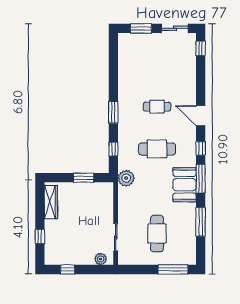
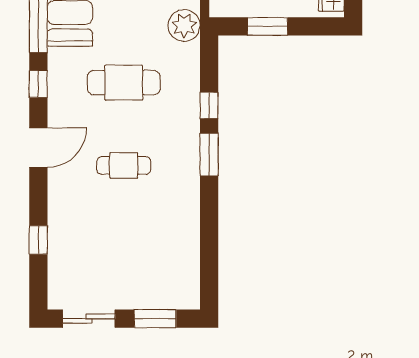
window: (201, 48) -> (38, 240), moved
door: (201, 116) -> (38, 148), hinge flipped
window: (113, 149) -> (209, 105), moved

